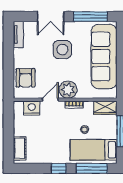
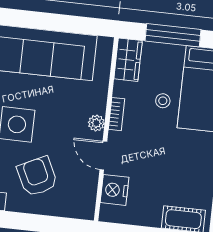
armchair: (26, 78) -> (37, 176), moved, turned -116
plant: (68, 90) -> (96, 123), width x0.53, depth x0.53

